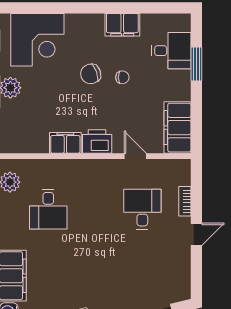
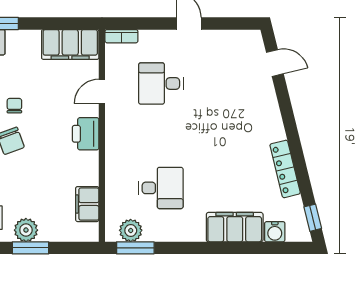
filing cabinet: (65, 143) -> (87, 204), moved
bookcase: (185, 201) -> (121, 36), moved

